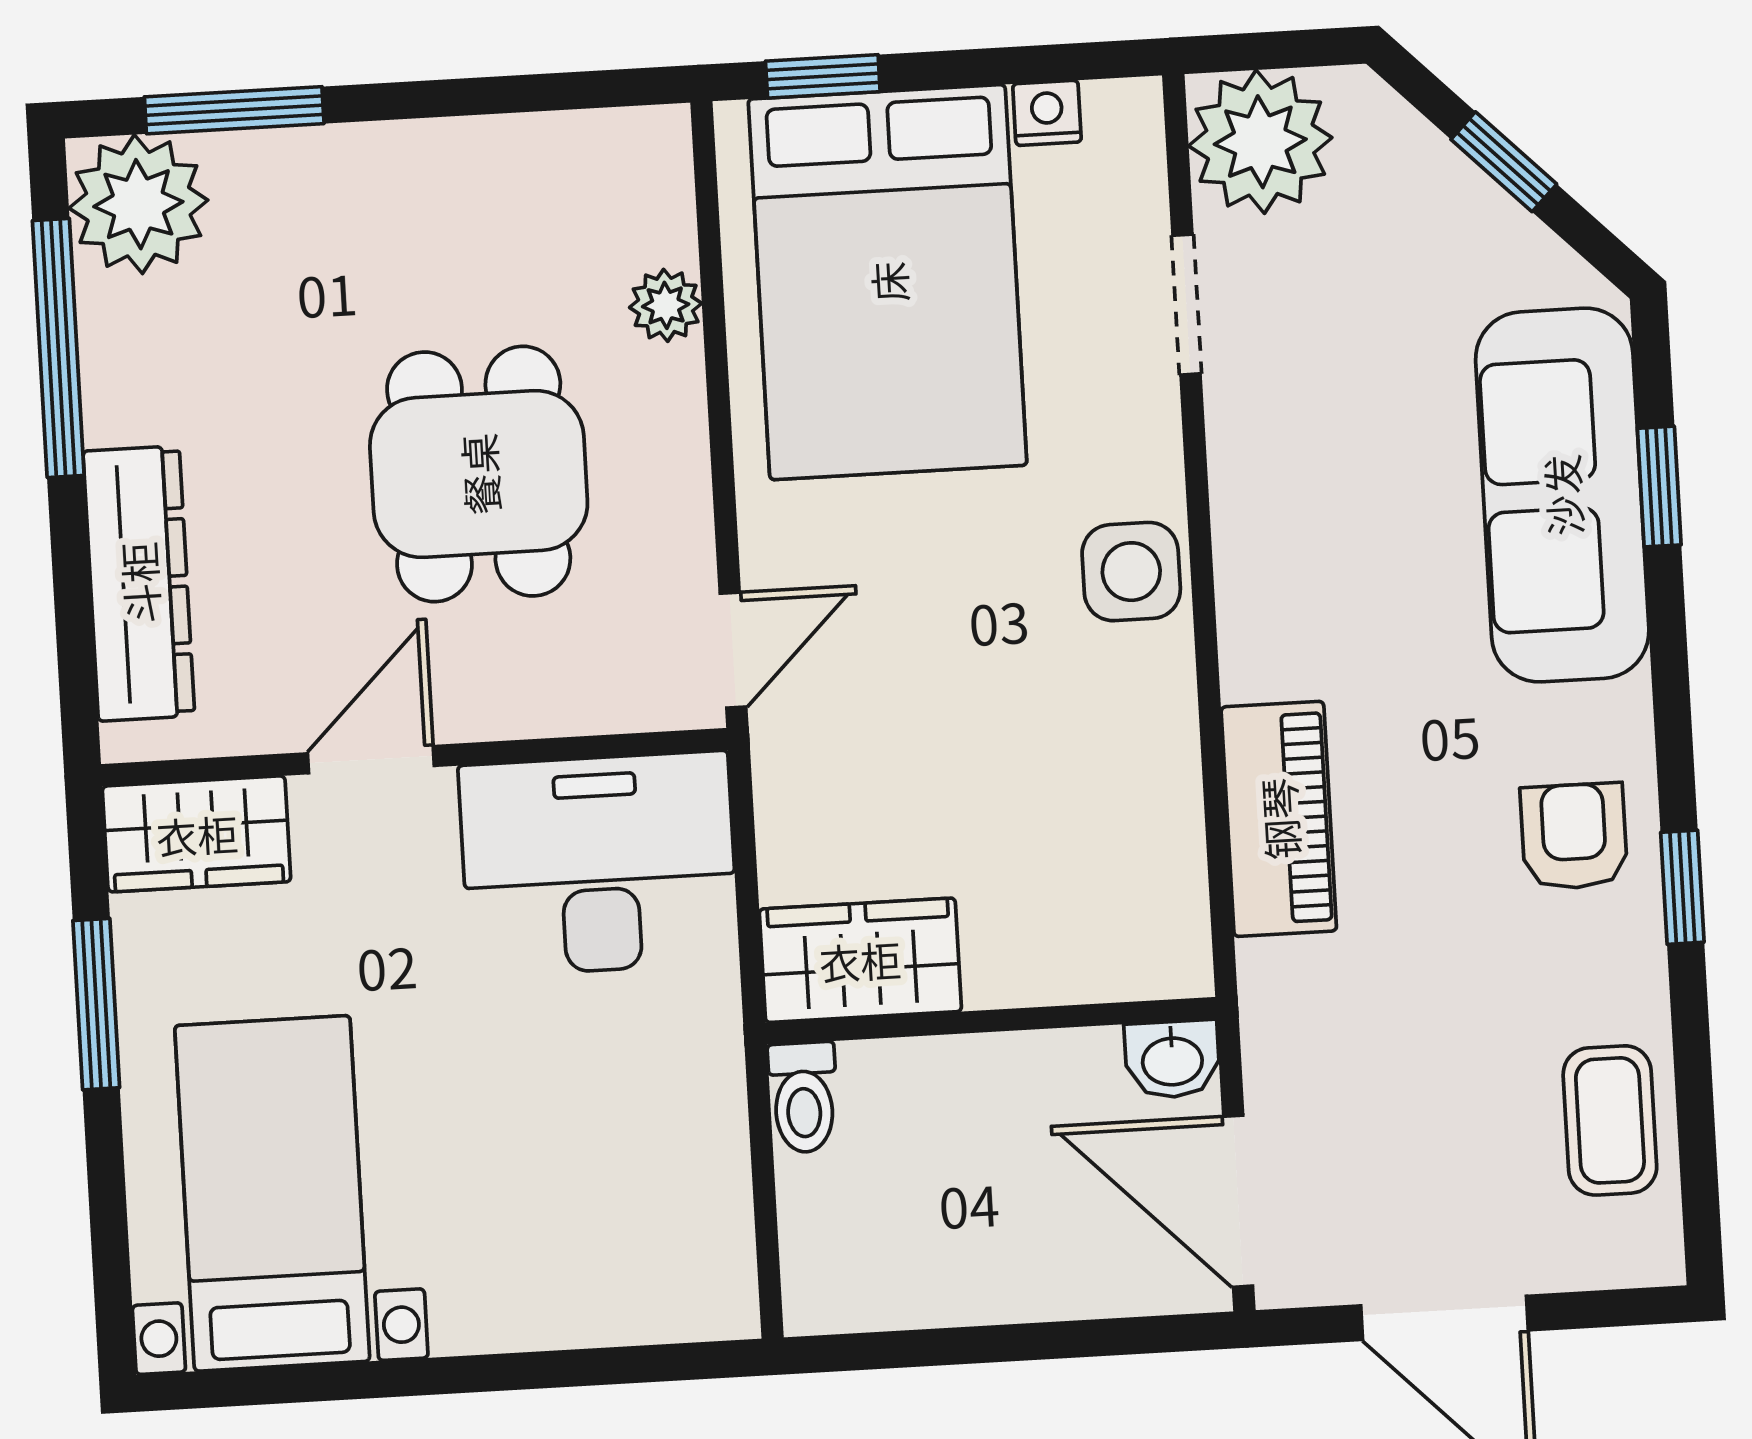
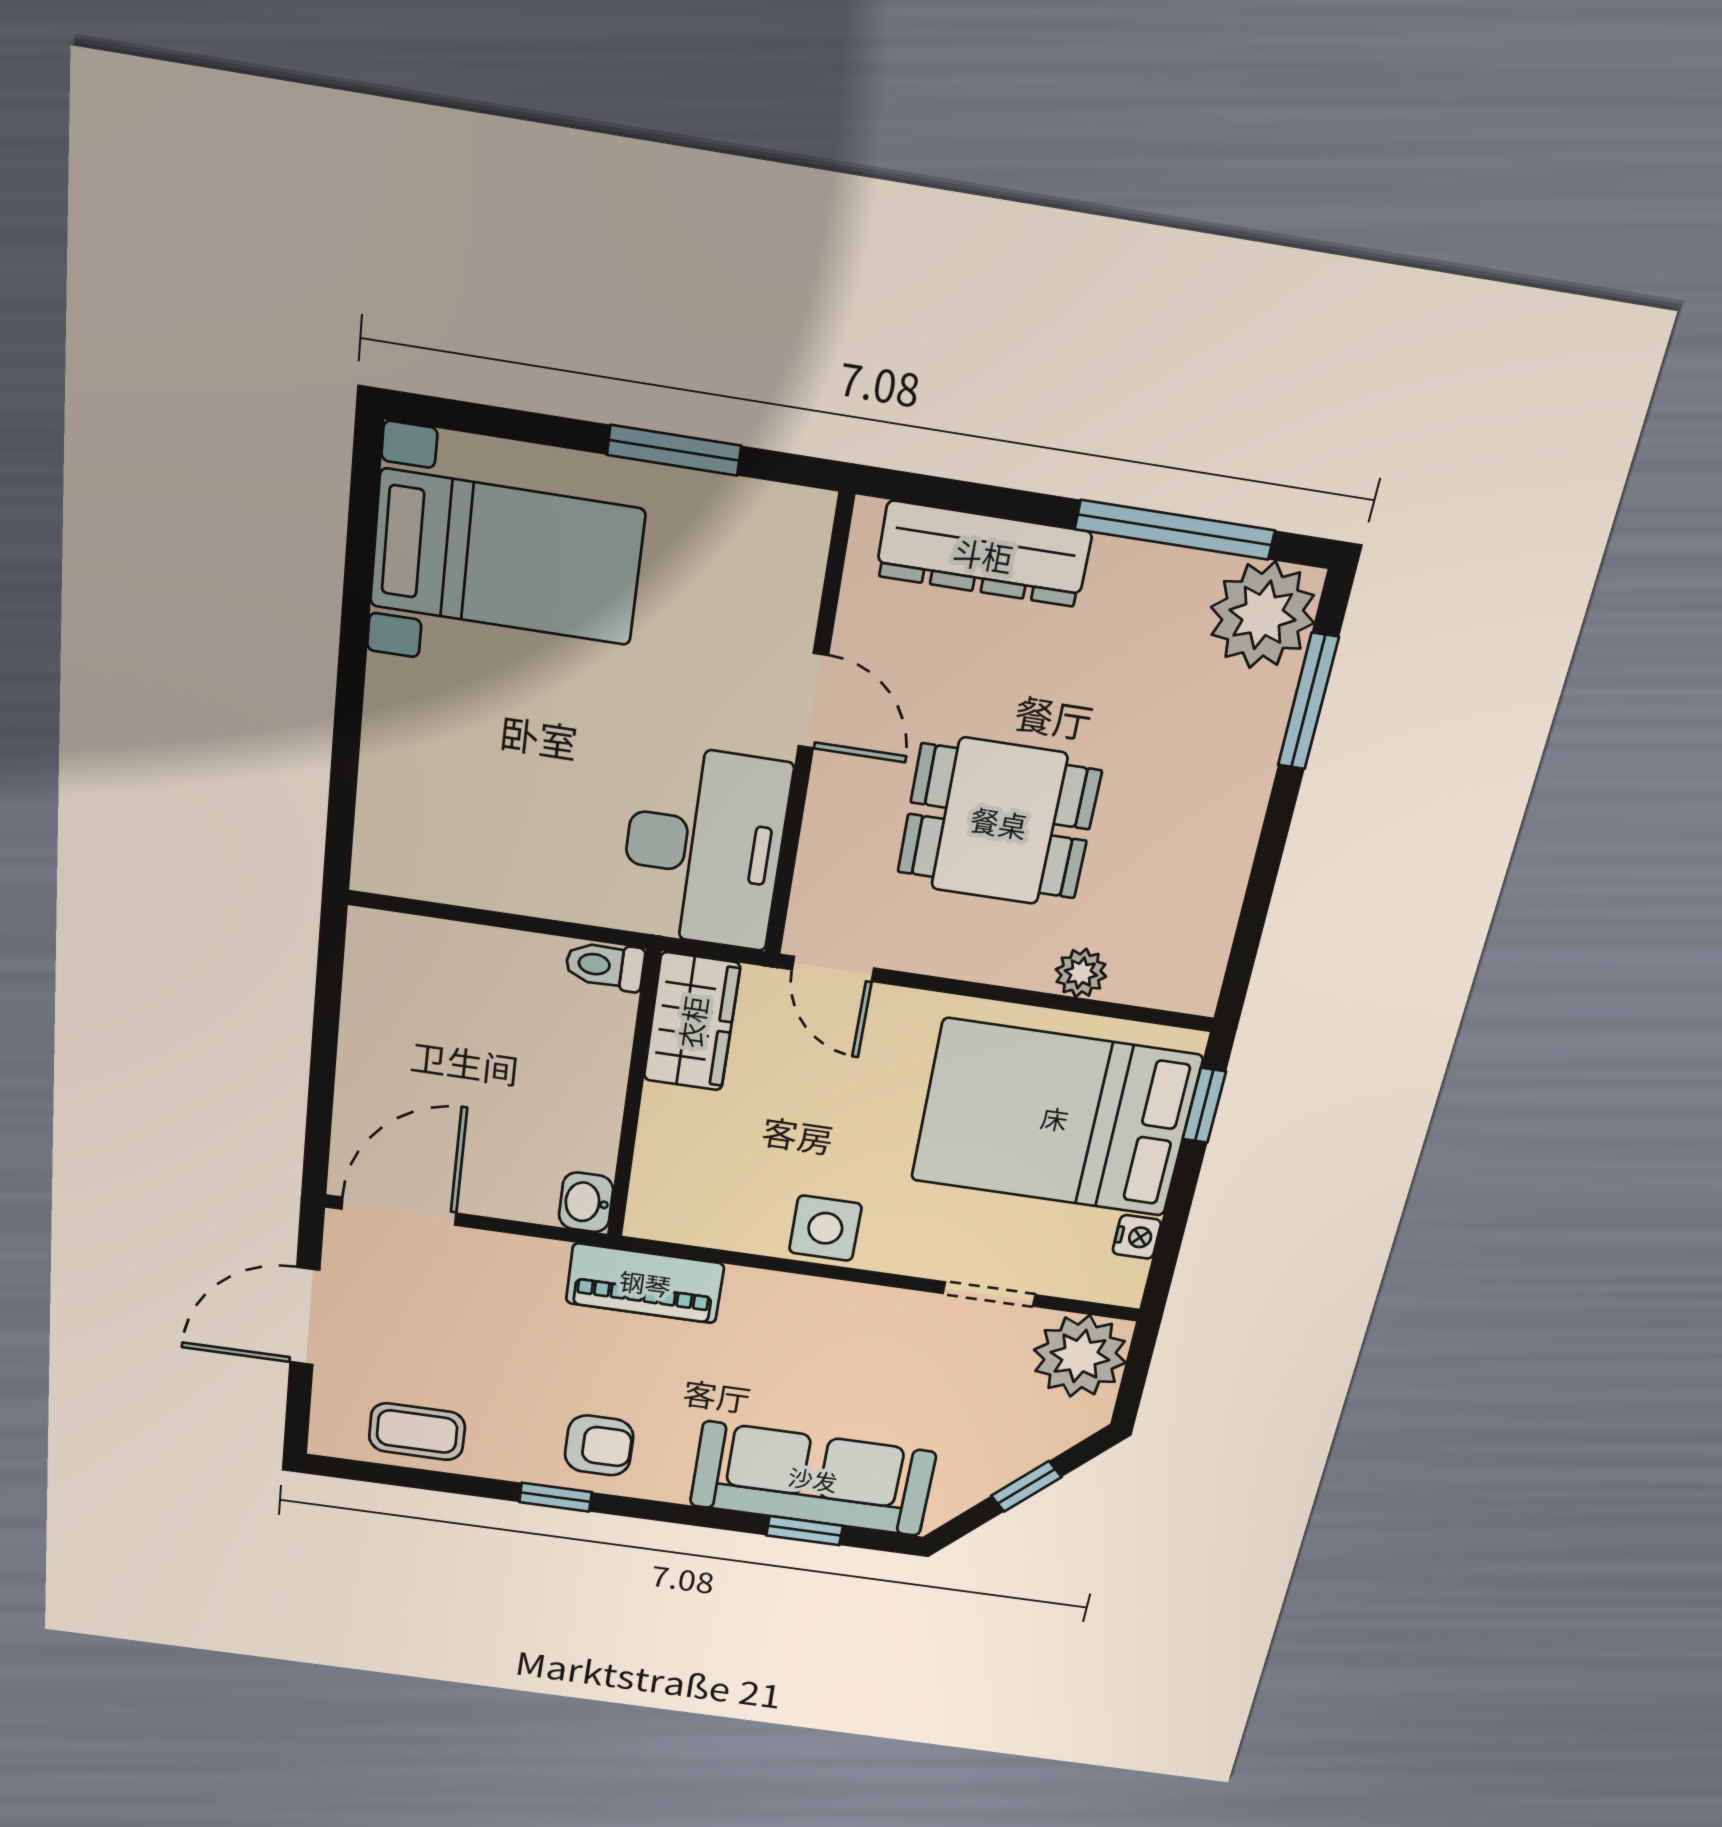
wardrobe: (197, 834) -> (787, 558), removed
wardrobe: (860, 960) -> (692, 1022), moved
wall: (991, 1021) -> (634, 1097), moved
washbasin: (1172, 1059) -> (586, 1202), moved
toilet: (803, 1097) -> (605, 966), moved

